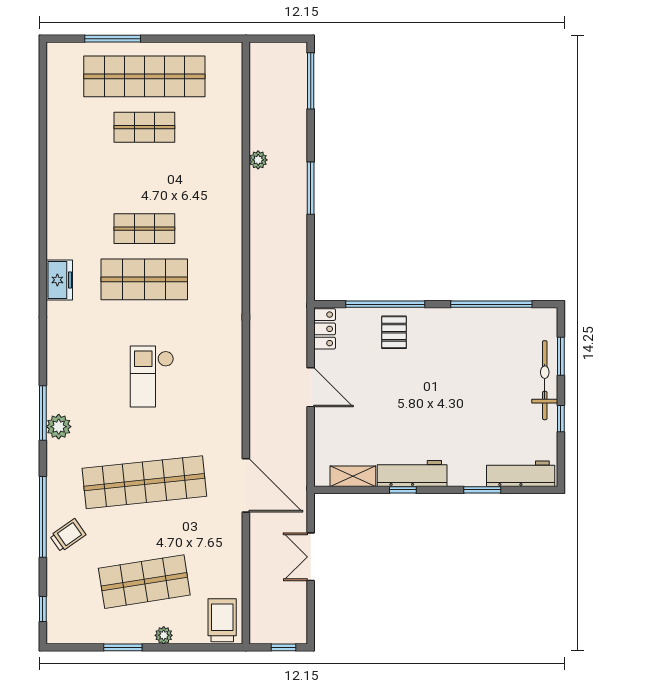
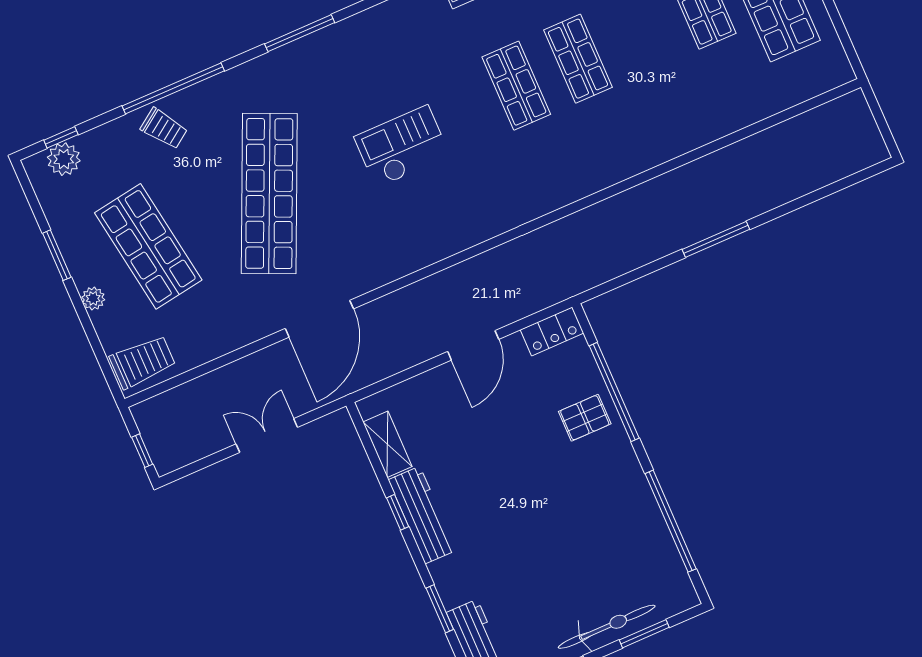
window: (311, 81) -> (846, 182), removed
plant: (258, 160) -> (722, 161), removed
shop shelf: (144, 279) -> (516, 86), width x0.70, depth x0.74
plant: (59, 427) -> (64, 159), moved
shop shelf: (144, 482) -> (269, 193), turned 30

